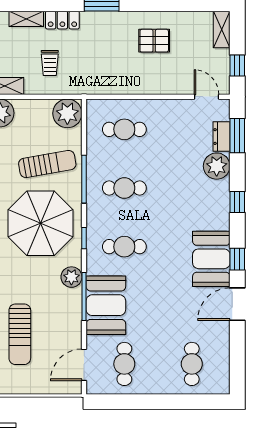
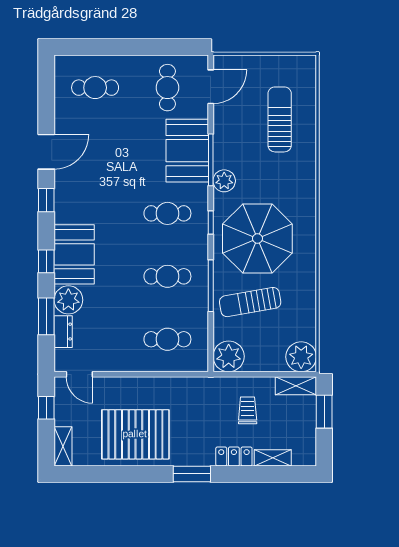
pallet: (154, 41) -> (135, 434), width x2.05, depth x2.00
window: (237, 136) -> (46, 316), moved
booth: (211, 259) -> (74, 254), moved
cafe table: (192, 364) -> (95, 88), turned 90

